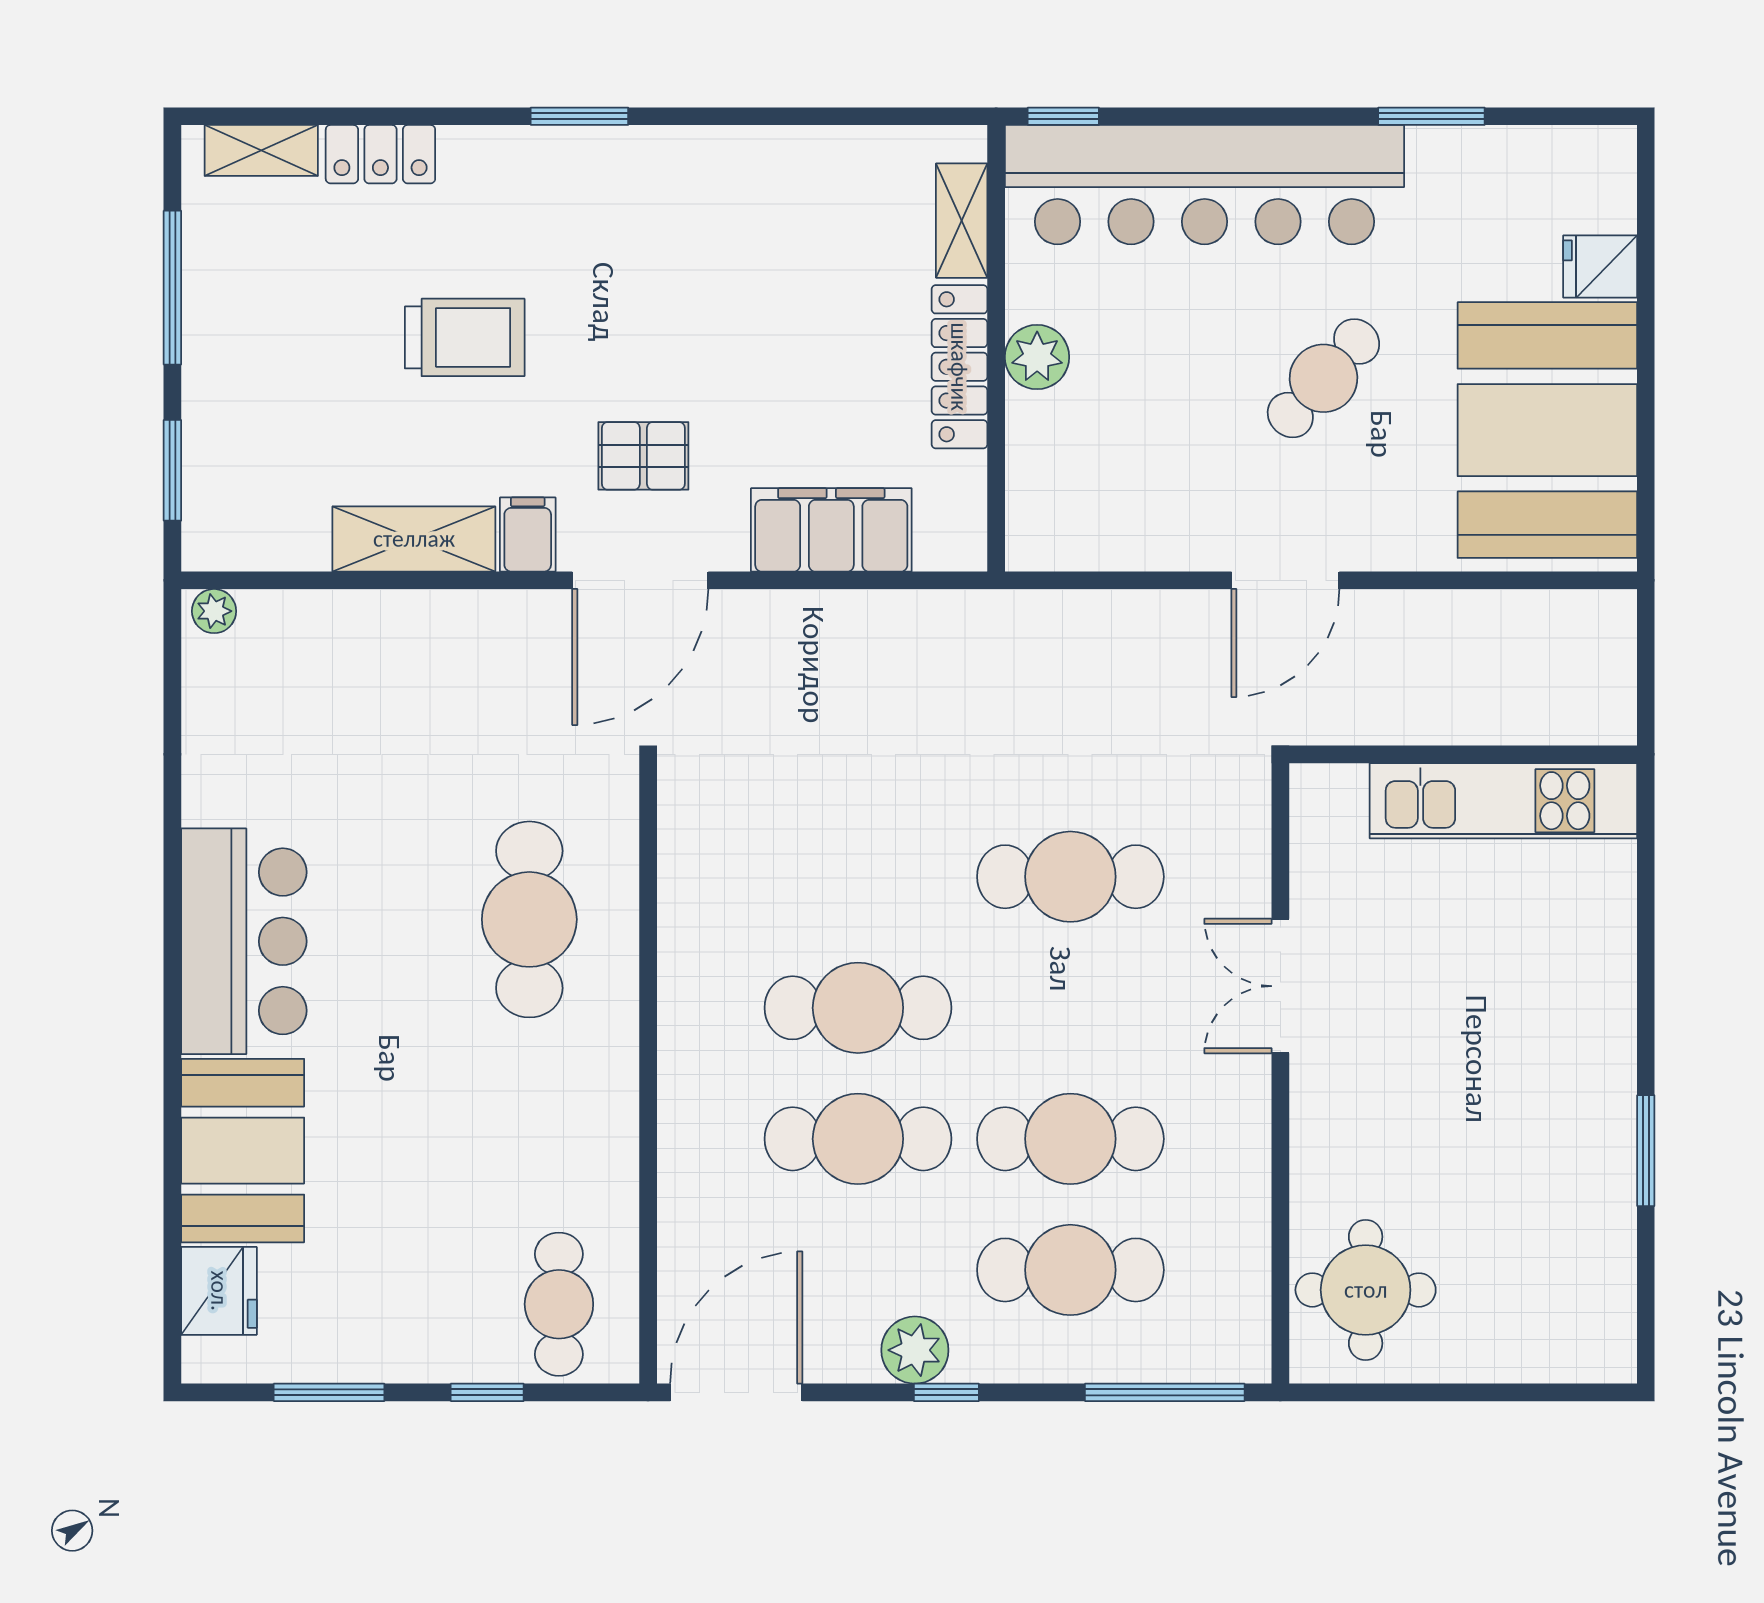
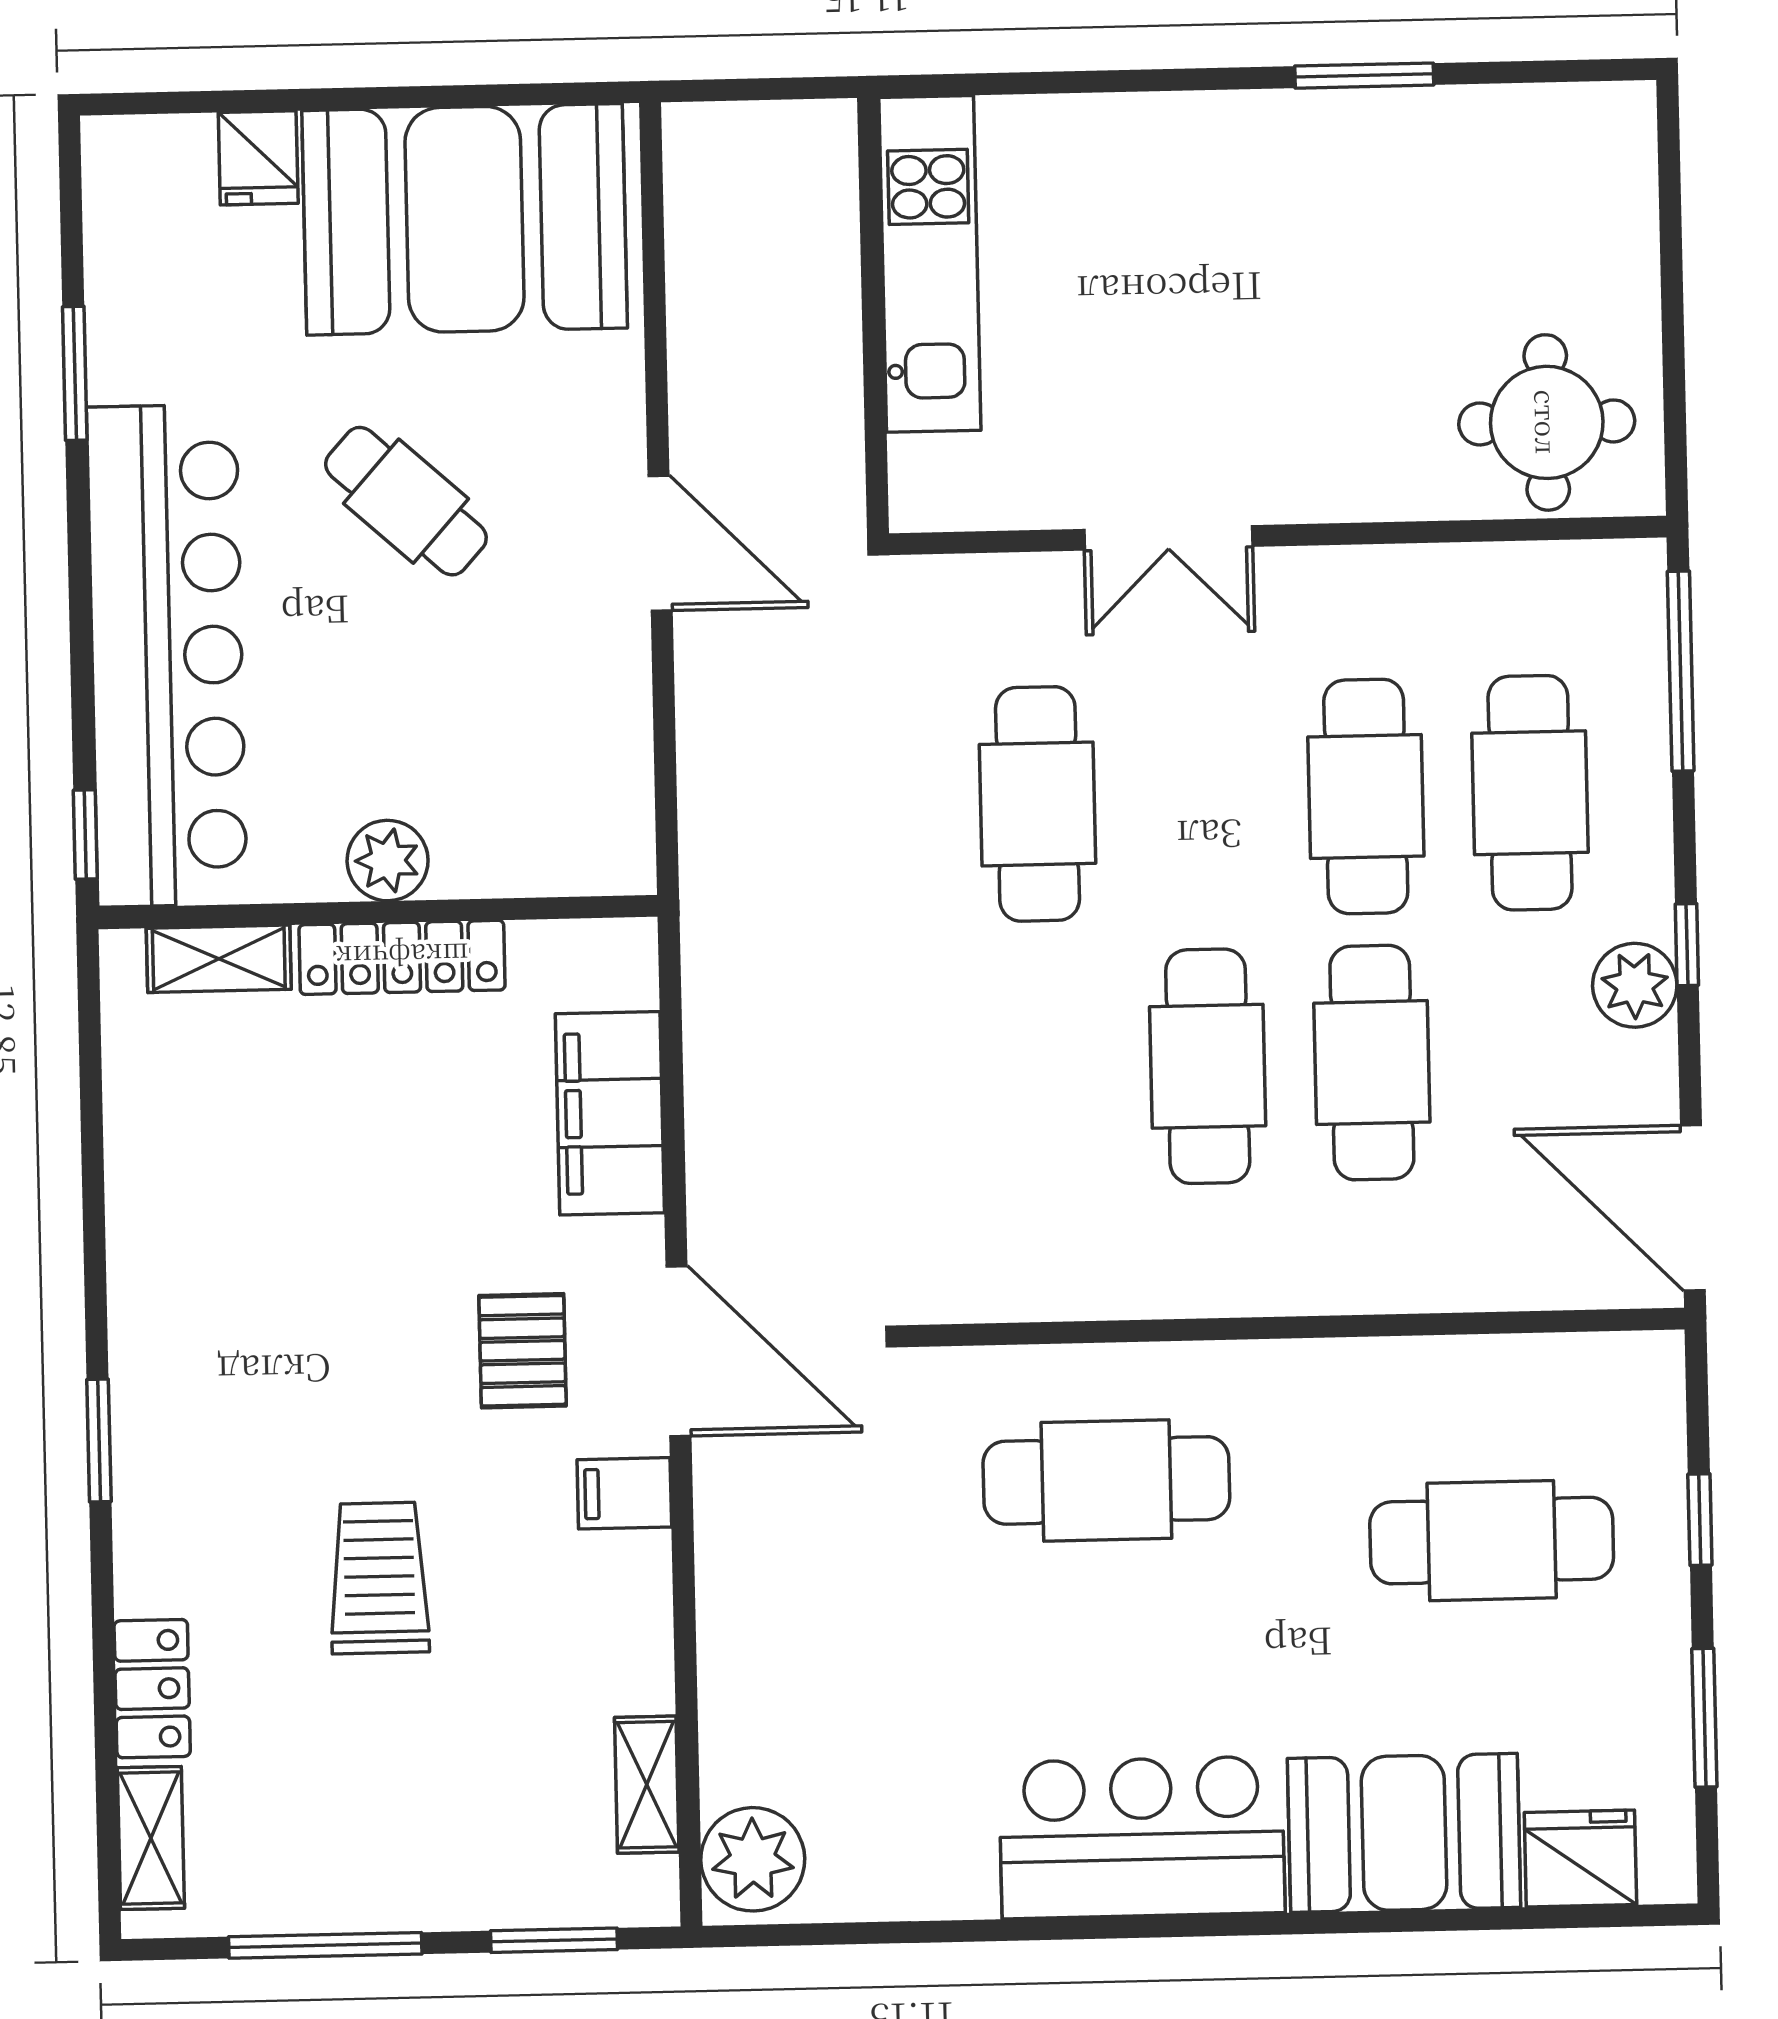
shelving: (414, 539) -> (647, 1785), moved, width x0.67, depth x0.75
plant: (214, 611) -> (753, 1859), width x1.88, depth x1.88
cafe table: (559, 1304) -> (1492, 1541), moved, width x1.37, depth x1.35

